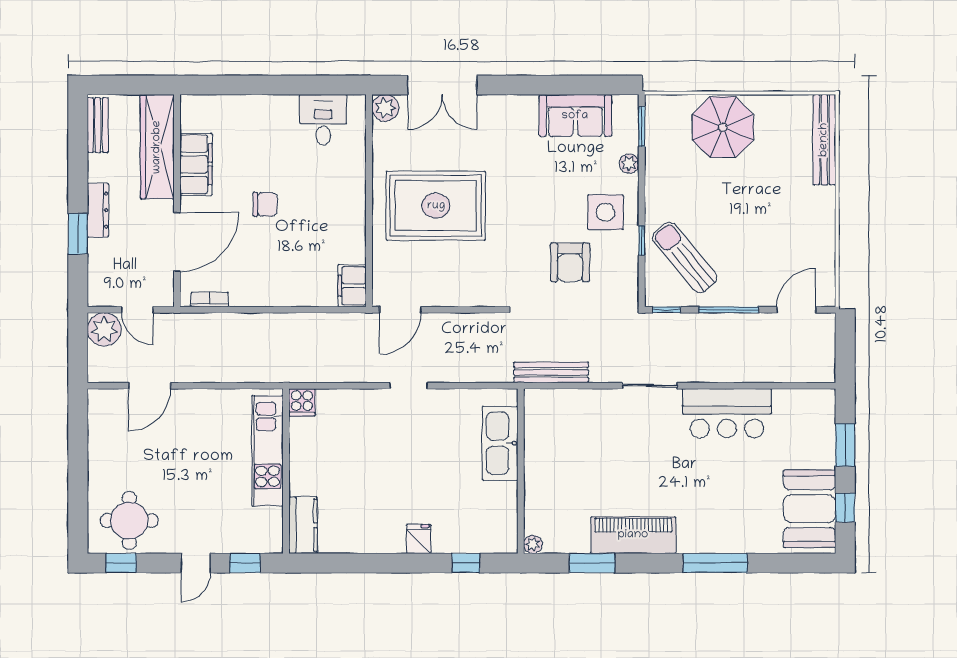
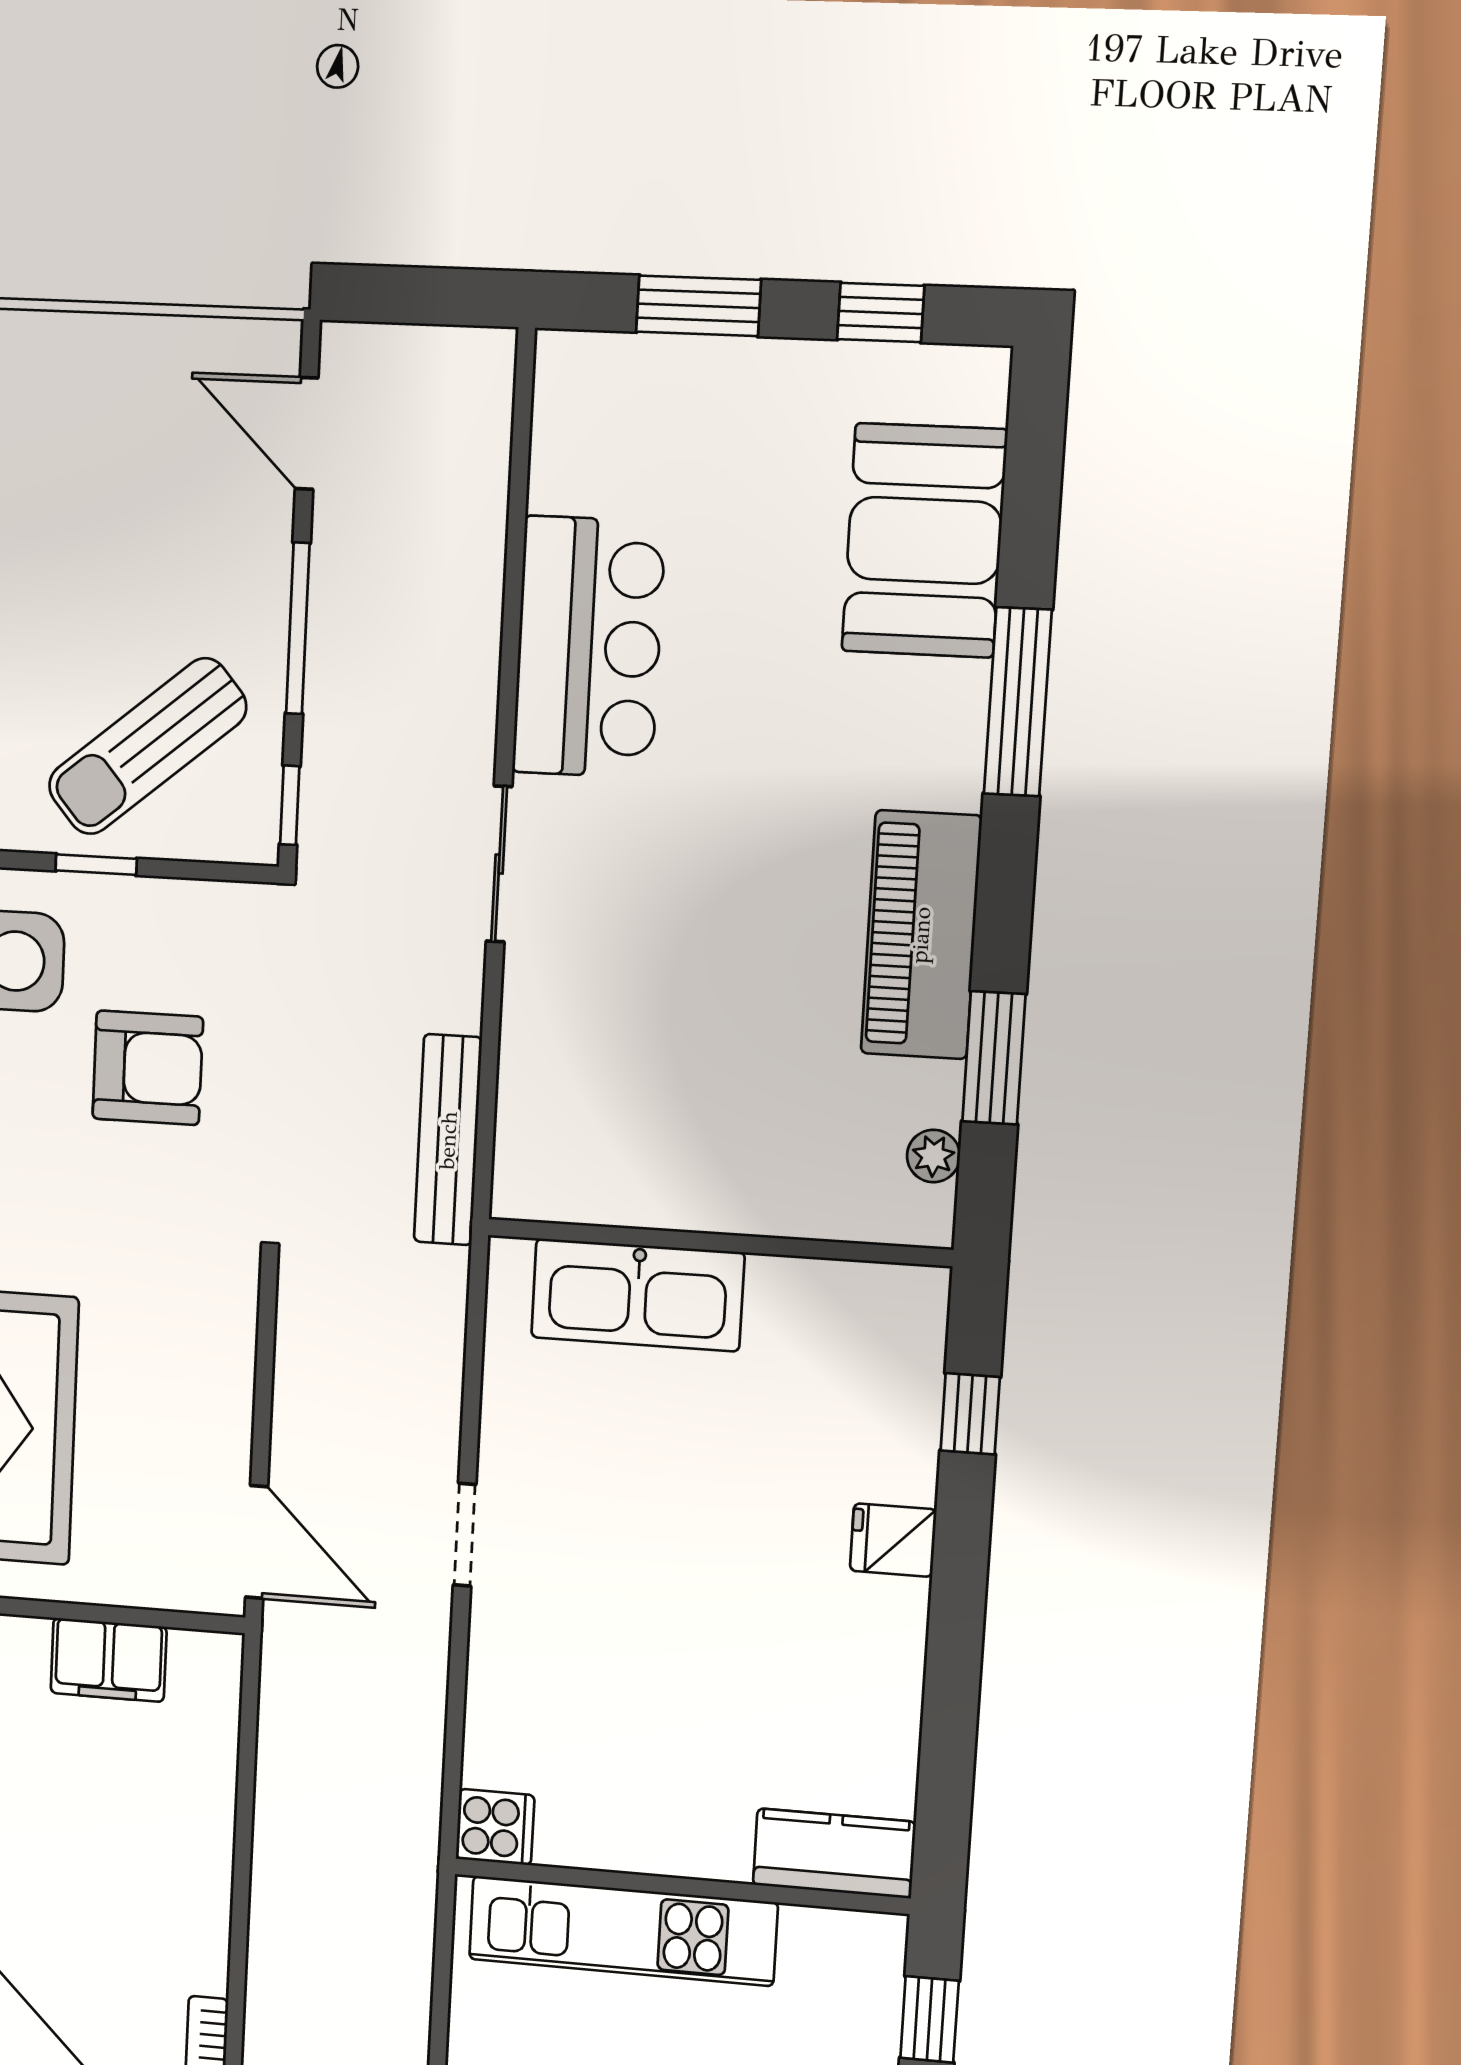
filing cabinet: (352, 286) -> (109, 1660), moved
booth: (810, 509) -> (924, 541), moved, turned 90
plant: (533, 544) -> (933, 1156), moved

